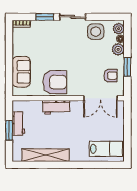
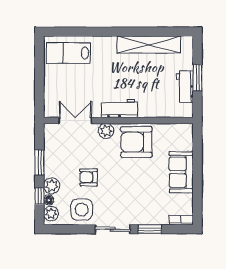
window: (127, 42) -> (39, 196), added
sofa: (21, 72) -> (181, 172), moved
armchair: (110, 76) -> (89, 177), moved
plant: (77, 90) -> (106, 131), added
double door: (100, 98) -> (75, 121), width x0.73
workbench: (56, 107) -> (119, 108), moved

